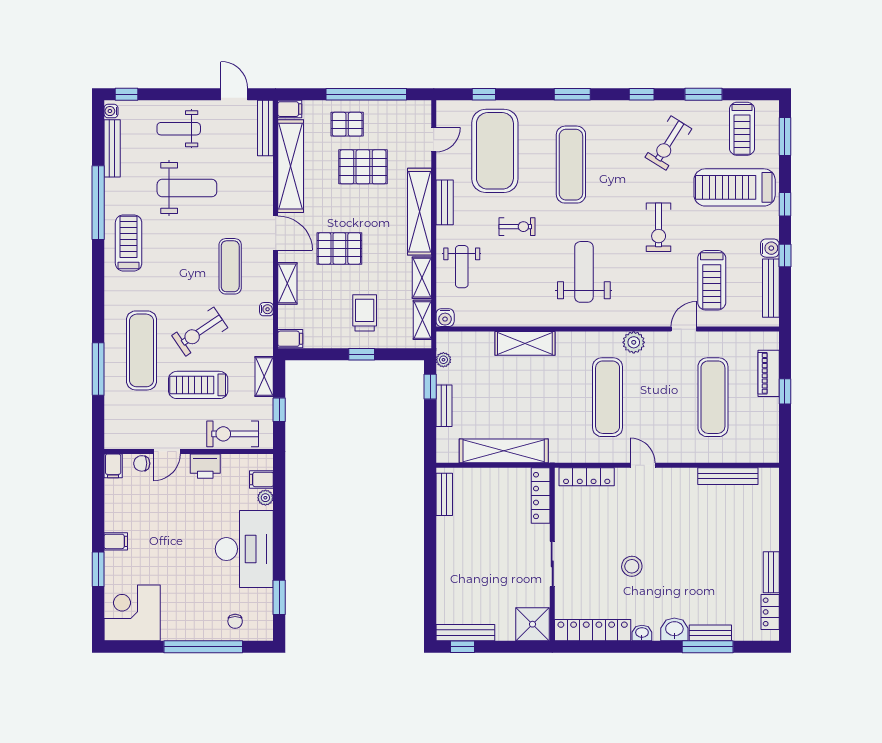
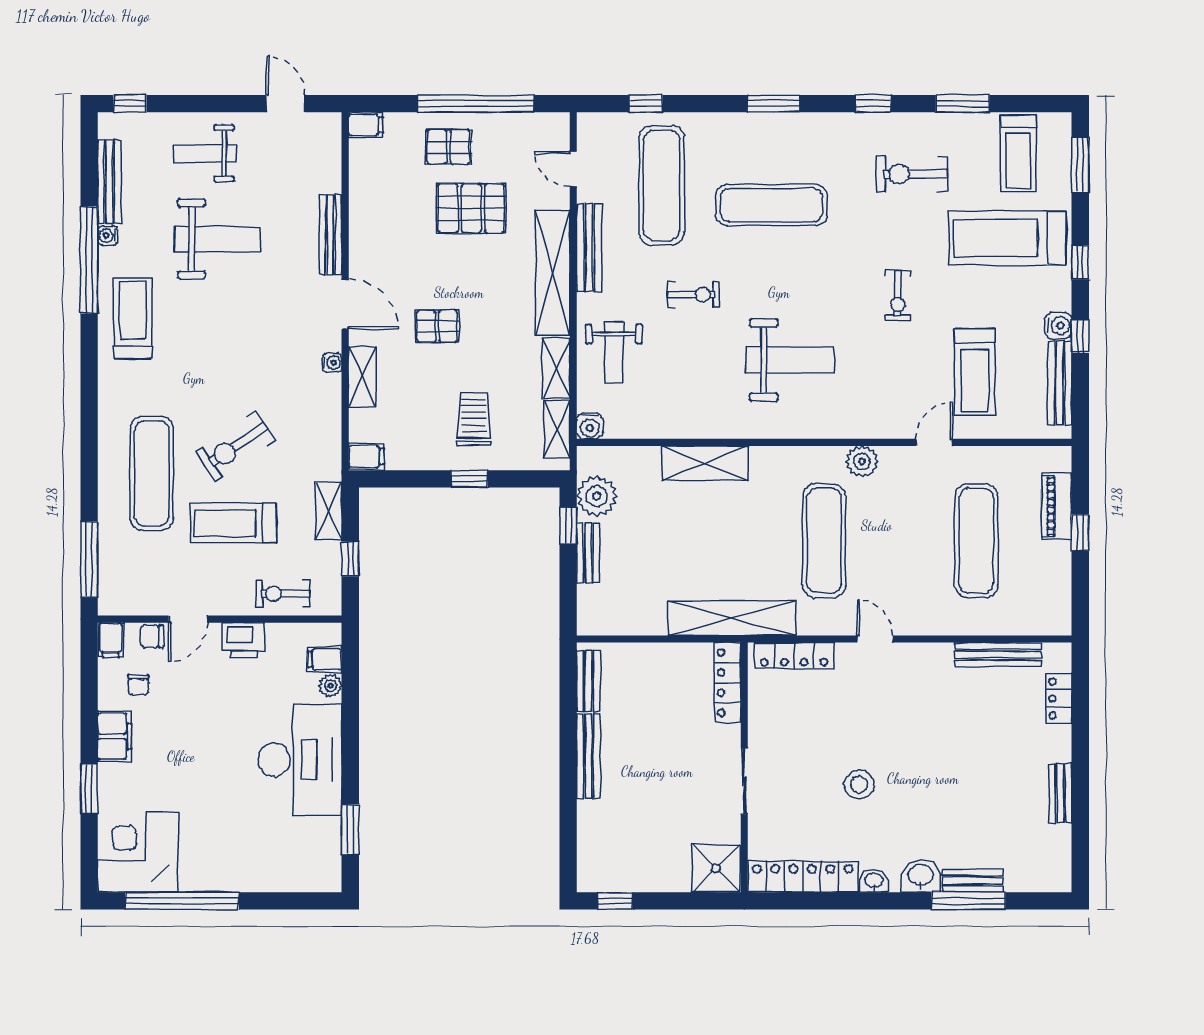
water cooler: (111, 111) -> (108, 236), moved
bench: (265, 128) -> (330, 235), moved
door: (434, 140) -> (573, 169), swing flipped
exercise bike: (668, 143) -> (912, 174), turned 58
exercise mat: (495, 151) -> (662, 185), width x0.68
exercise mat: (571, 165) -> (771, 205), turned 90
shelving: (291, 166) -> (367, 207), removed
bench: (445, 202) -> (589, 248), width x1.36
exercise bike: (659, 227) -> (898, 295), width x0.73, depth x0.72
pallet: (339, 248) -> (437, 326), width x0.67, depth x0.71
exercise mat: (230, 266) -> (280, 352), removed
weight bench: (584, 272) -> (790, 360), turned 90
water cooler: (266, 309) -> (332, 363), moved
plant: (443, 360) -> (597, 496), width x1.87, depth x1.87
window: (98, 369) -> (89, 559), moved
exercise bike: (233, 434) -> (283, 594), width x0.73, depth x0.72
shelving: (504, 451) -> (732, 618), moved
filing cabinet: (116, 541) -> (114, 736), width x2.00
locker: (770, 612) -> (1059, 698), moved
chair: (235, 621) -> (138, 685), moved
bench: (465, 633) -> (589, 756), moved, turned 90
window: (203, 647) -> (182, 901), moved

